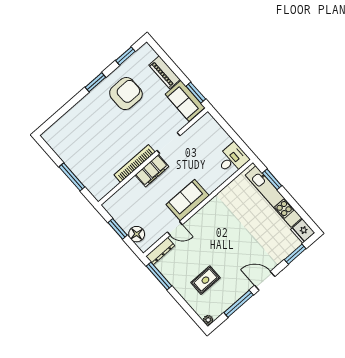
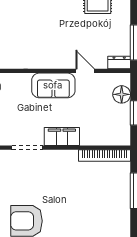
bookcase: (135, 163) -> (105, 156), moved
dresser: (160, 251) -> (119, 63), width x0.70

